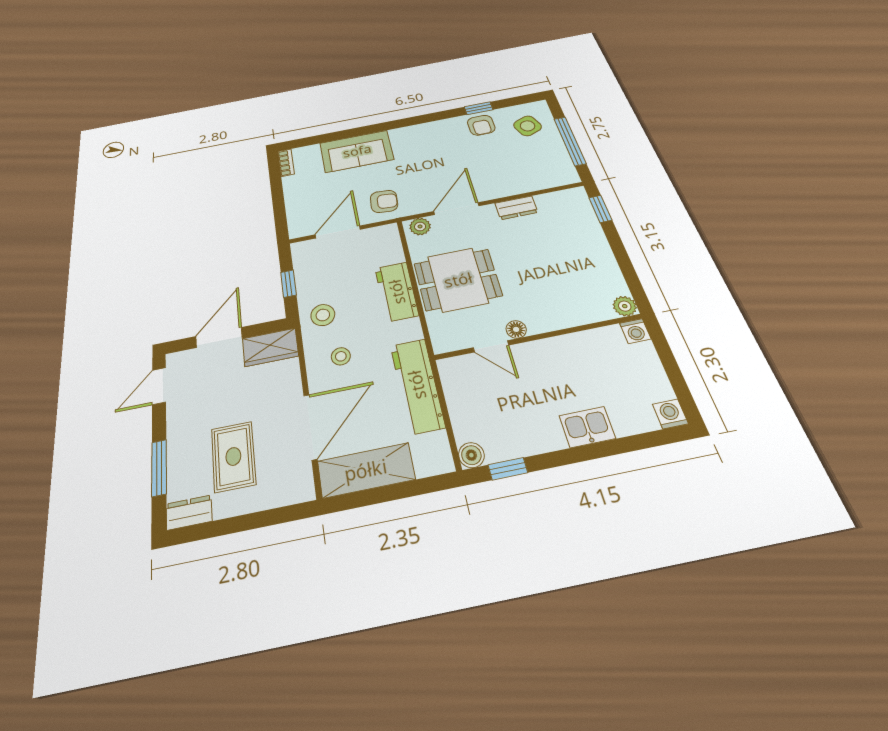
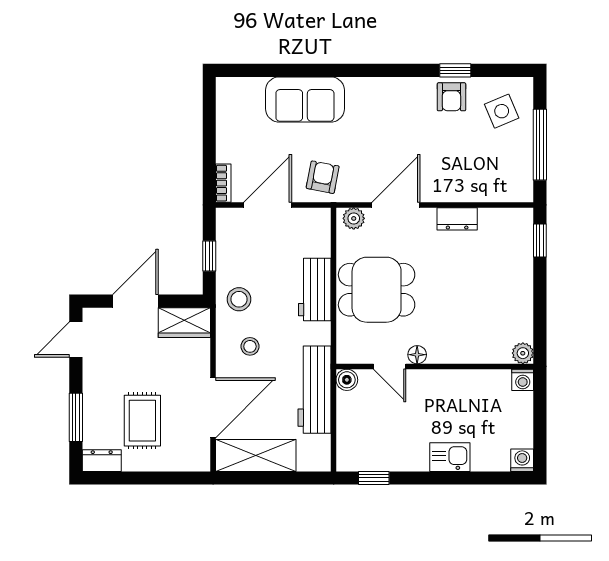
bookcase: (286, 163) -> (223, 183), moved
armchair: (384, 201) -> (323, 177), turned -84
boiler: (471, 455) -> (347, 380), moved

